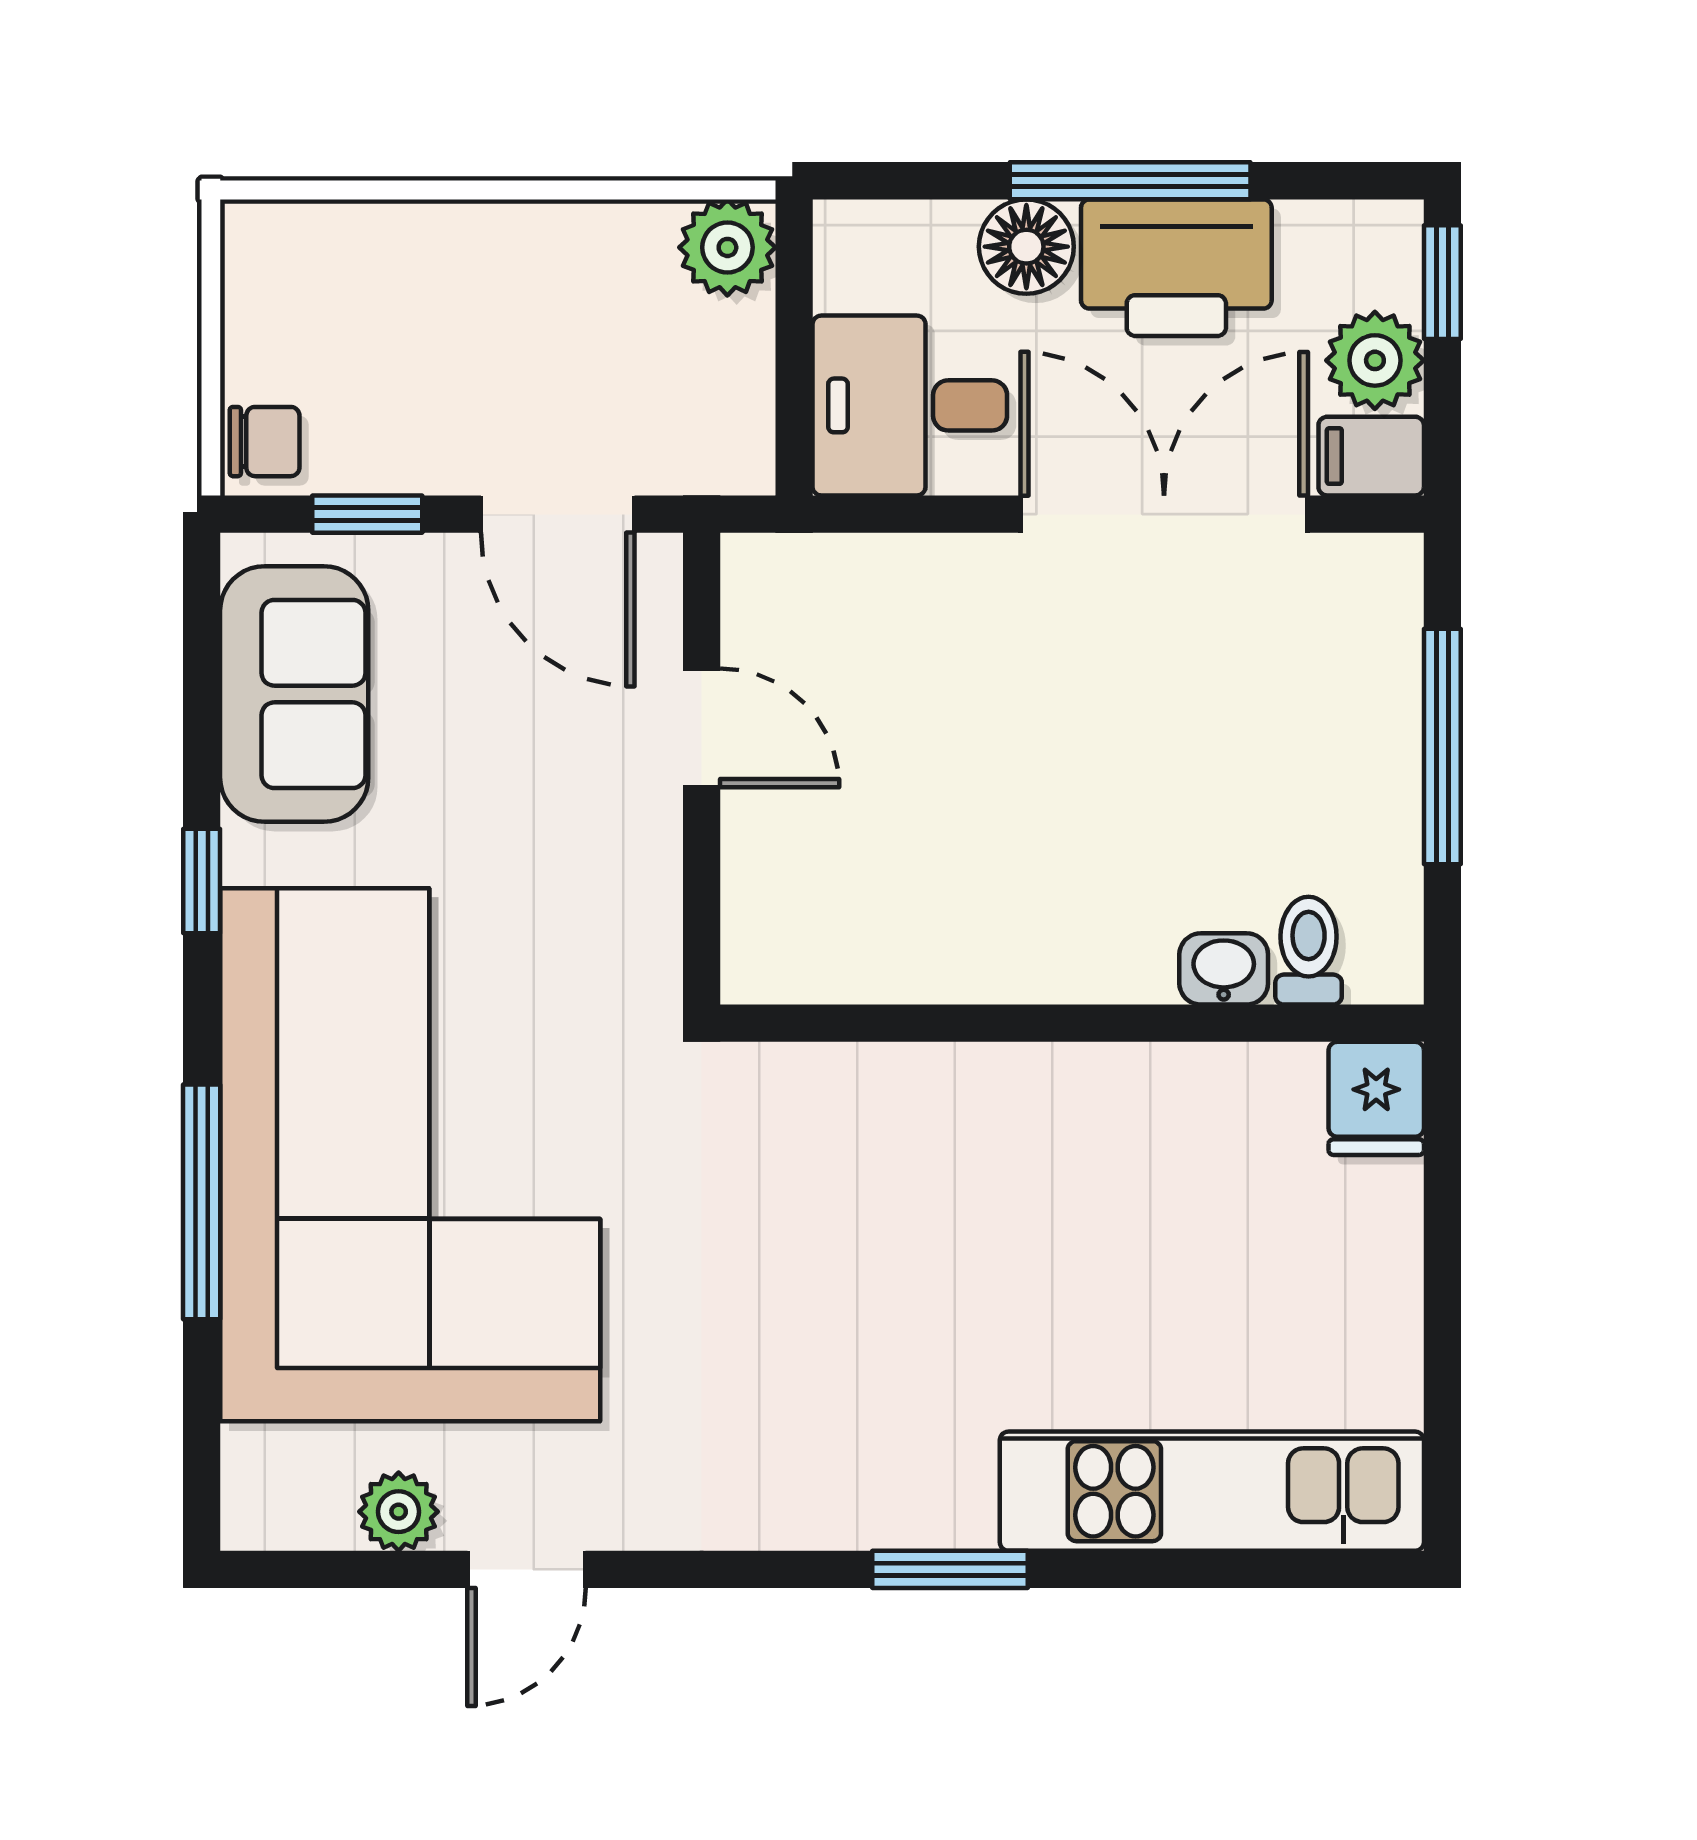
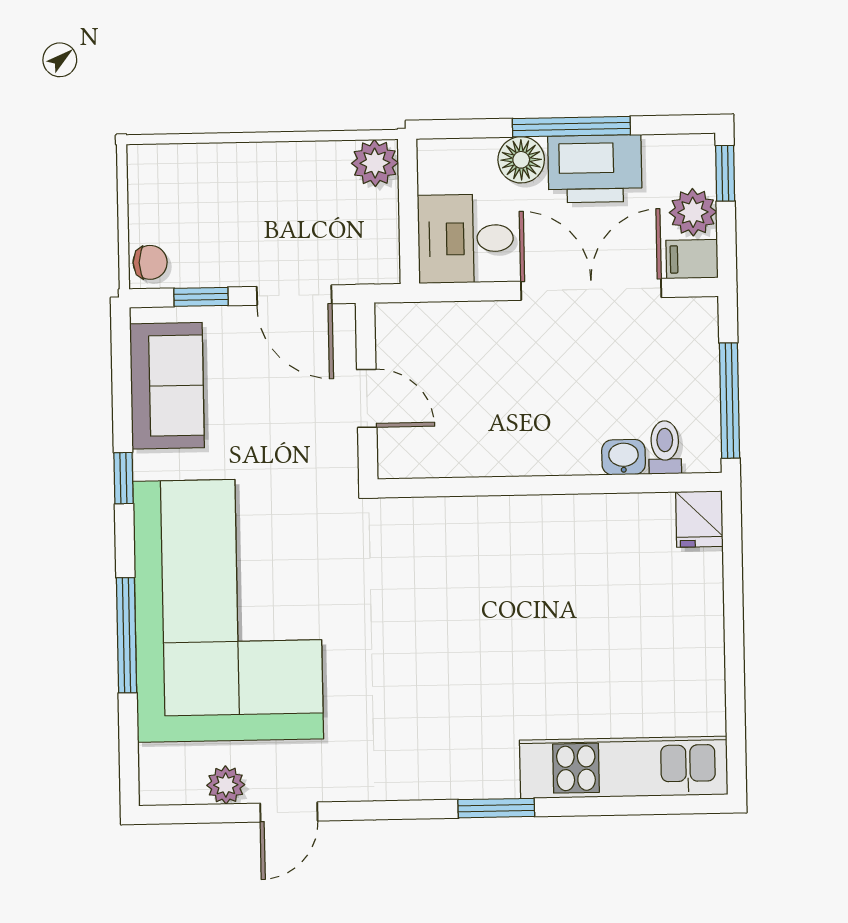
toilet: (1309, 951) -> (665, 447), moved
washbasin: (1224, 969) -> (624, 457), moved
wall: (1072, 1023) -> (550, 485), moved
fridge: (1376, 1098) -> (699, 519), moved

